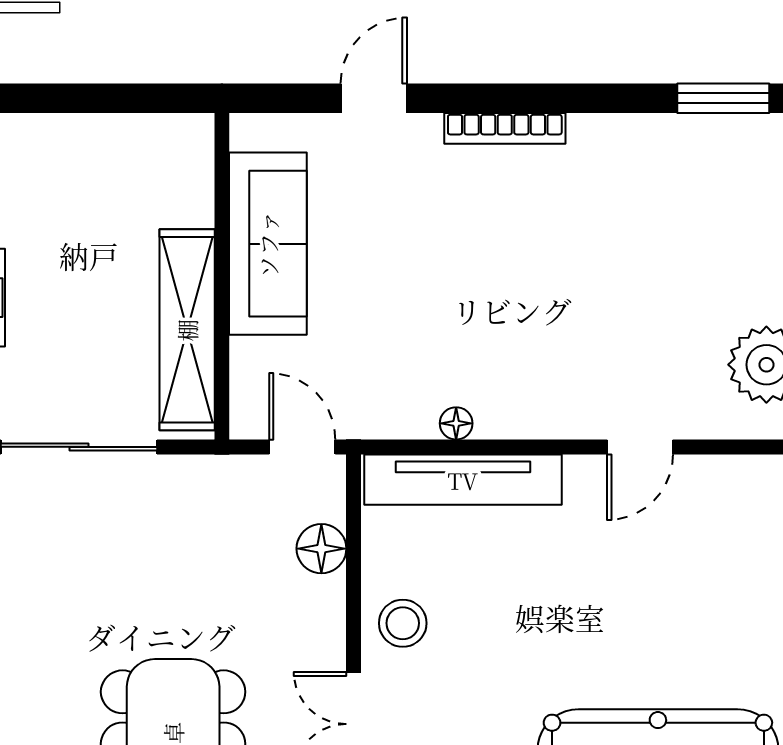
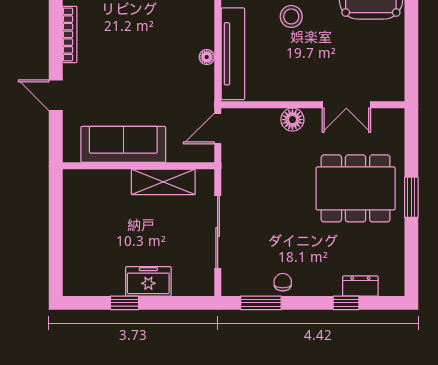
shelving: (187, 330) -> (163, 182), width x0.68
floor lamp: (321, 549) -> (292, 120), moved
stool: (403, 623) -> (291, 16), moved

